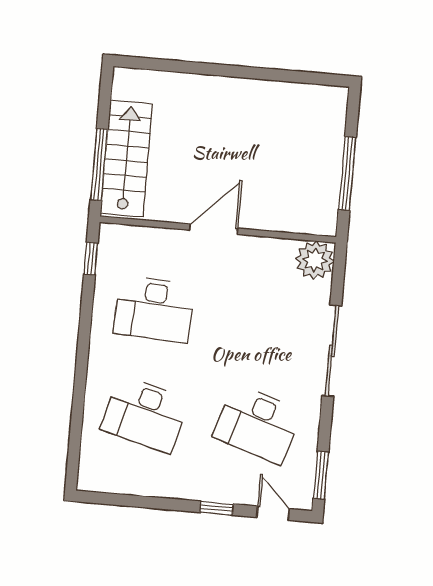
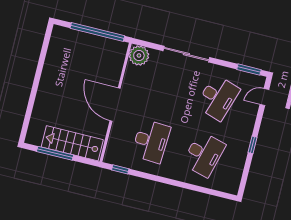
window: (99, 164) -> (55, 153), moved
window: (347, 173) -> (97, 32), width x1.46
door: (214, 229) -> (115, 105), width x1.36
window: (216, 508) -> (253, 145), moved

